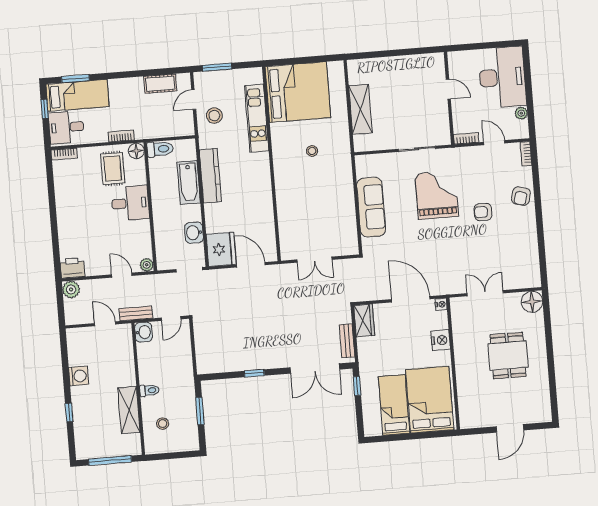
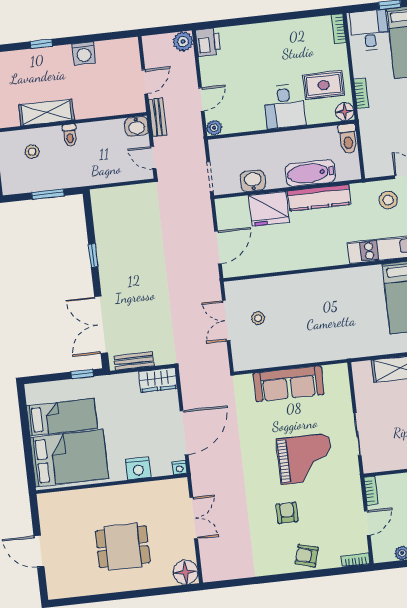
stool: (312, 151) -> (258, 318), moved
fridge: (221, 249) -> (269, 209), moved

